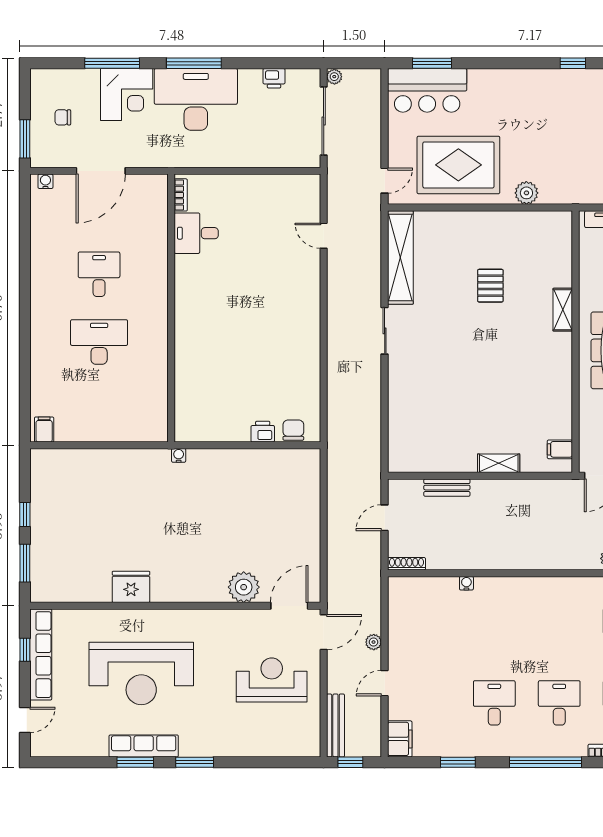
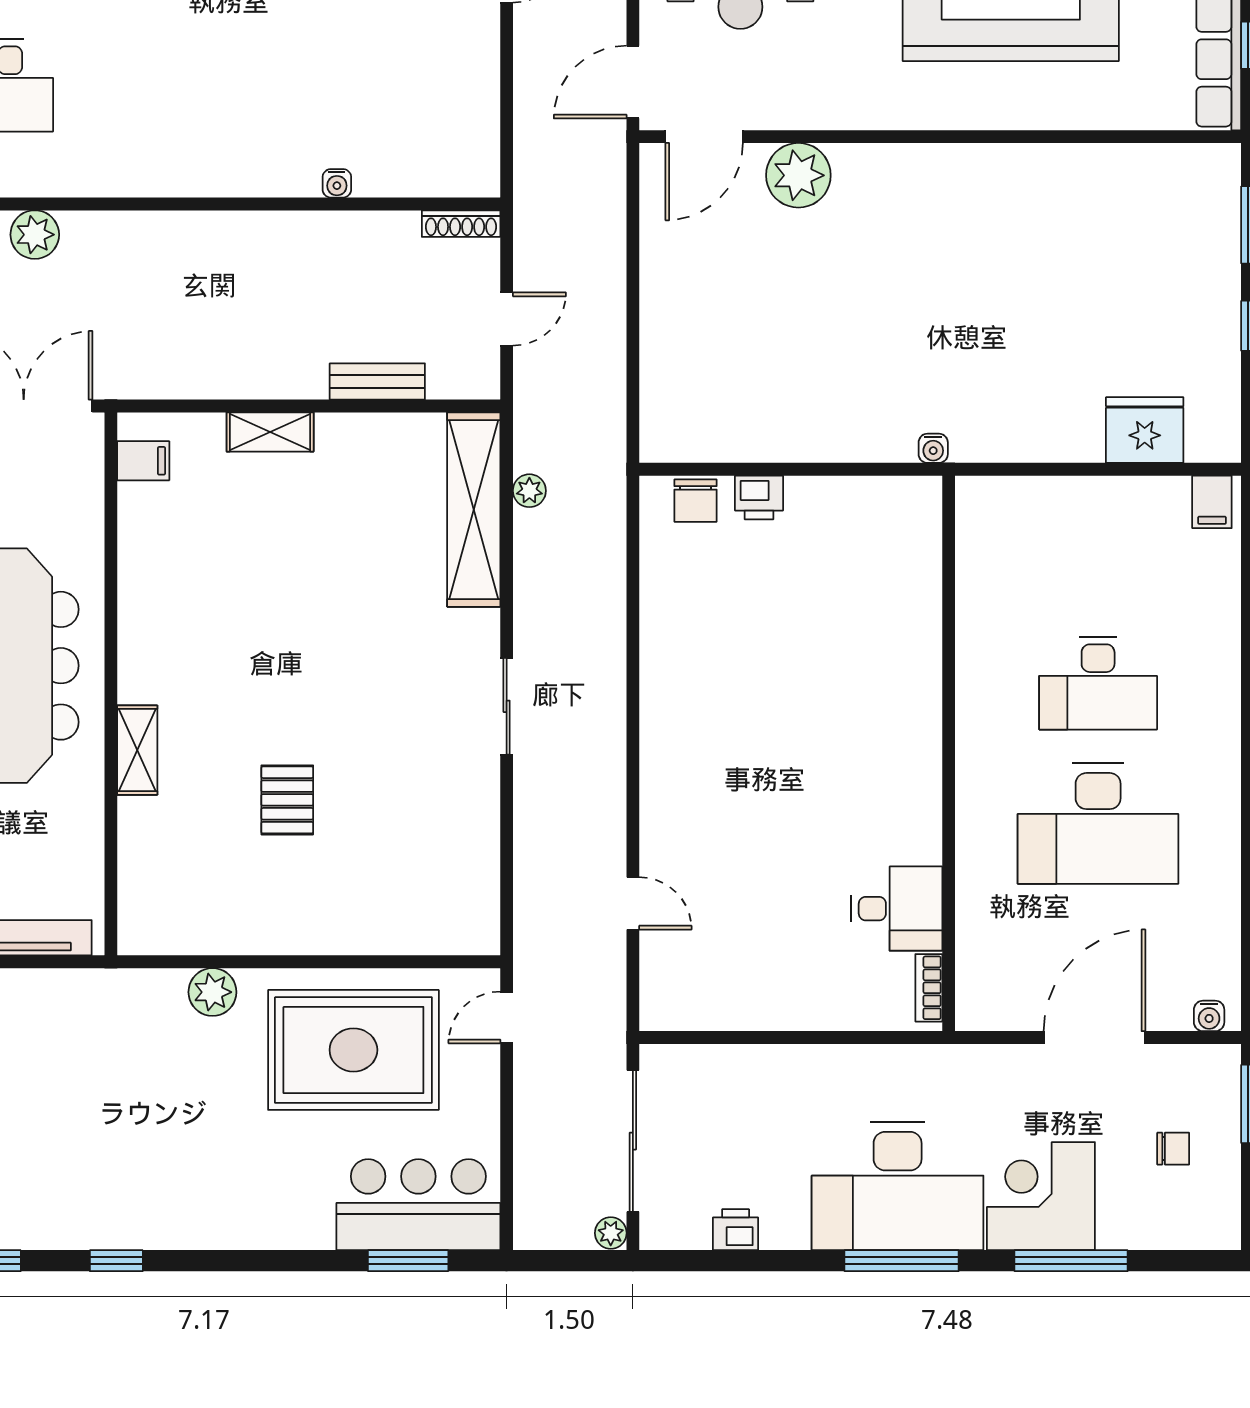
shelving: (400, 257) -> (474, 510), moved
desk: (99, 274) -> (1098, 824), width x1.87, depth x1.30
fridge: (131, 587) -> (1145, 430), moved, turned 180
plant: (374, 642) -> (529, 491), moved

